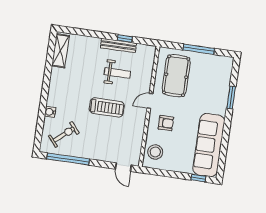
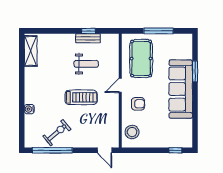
bench: (118, 45) -> (88, 38), width x0.73
exercise bike: (64, 134) -> (57, 133), moved
sofa: (209, 145) -> (181, 89), moved

